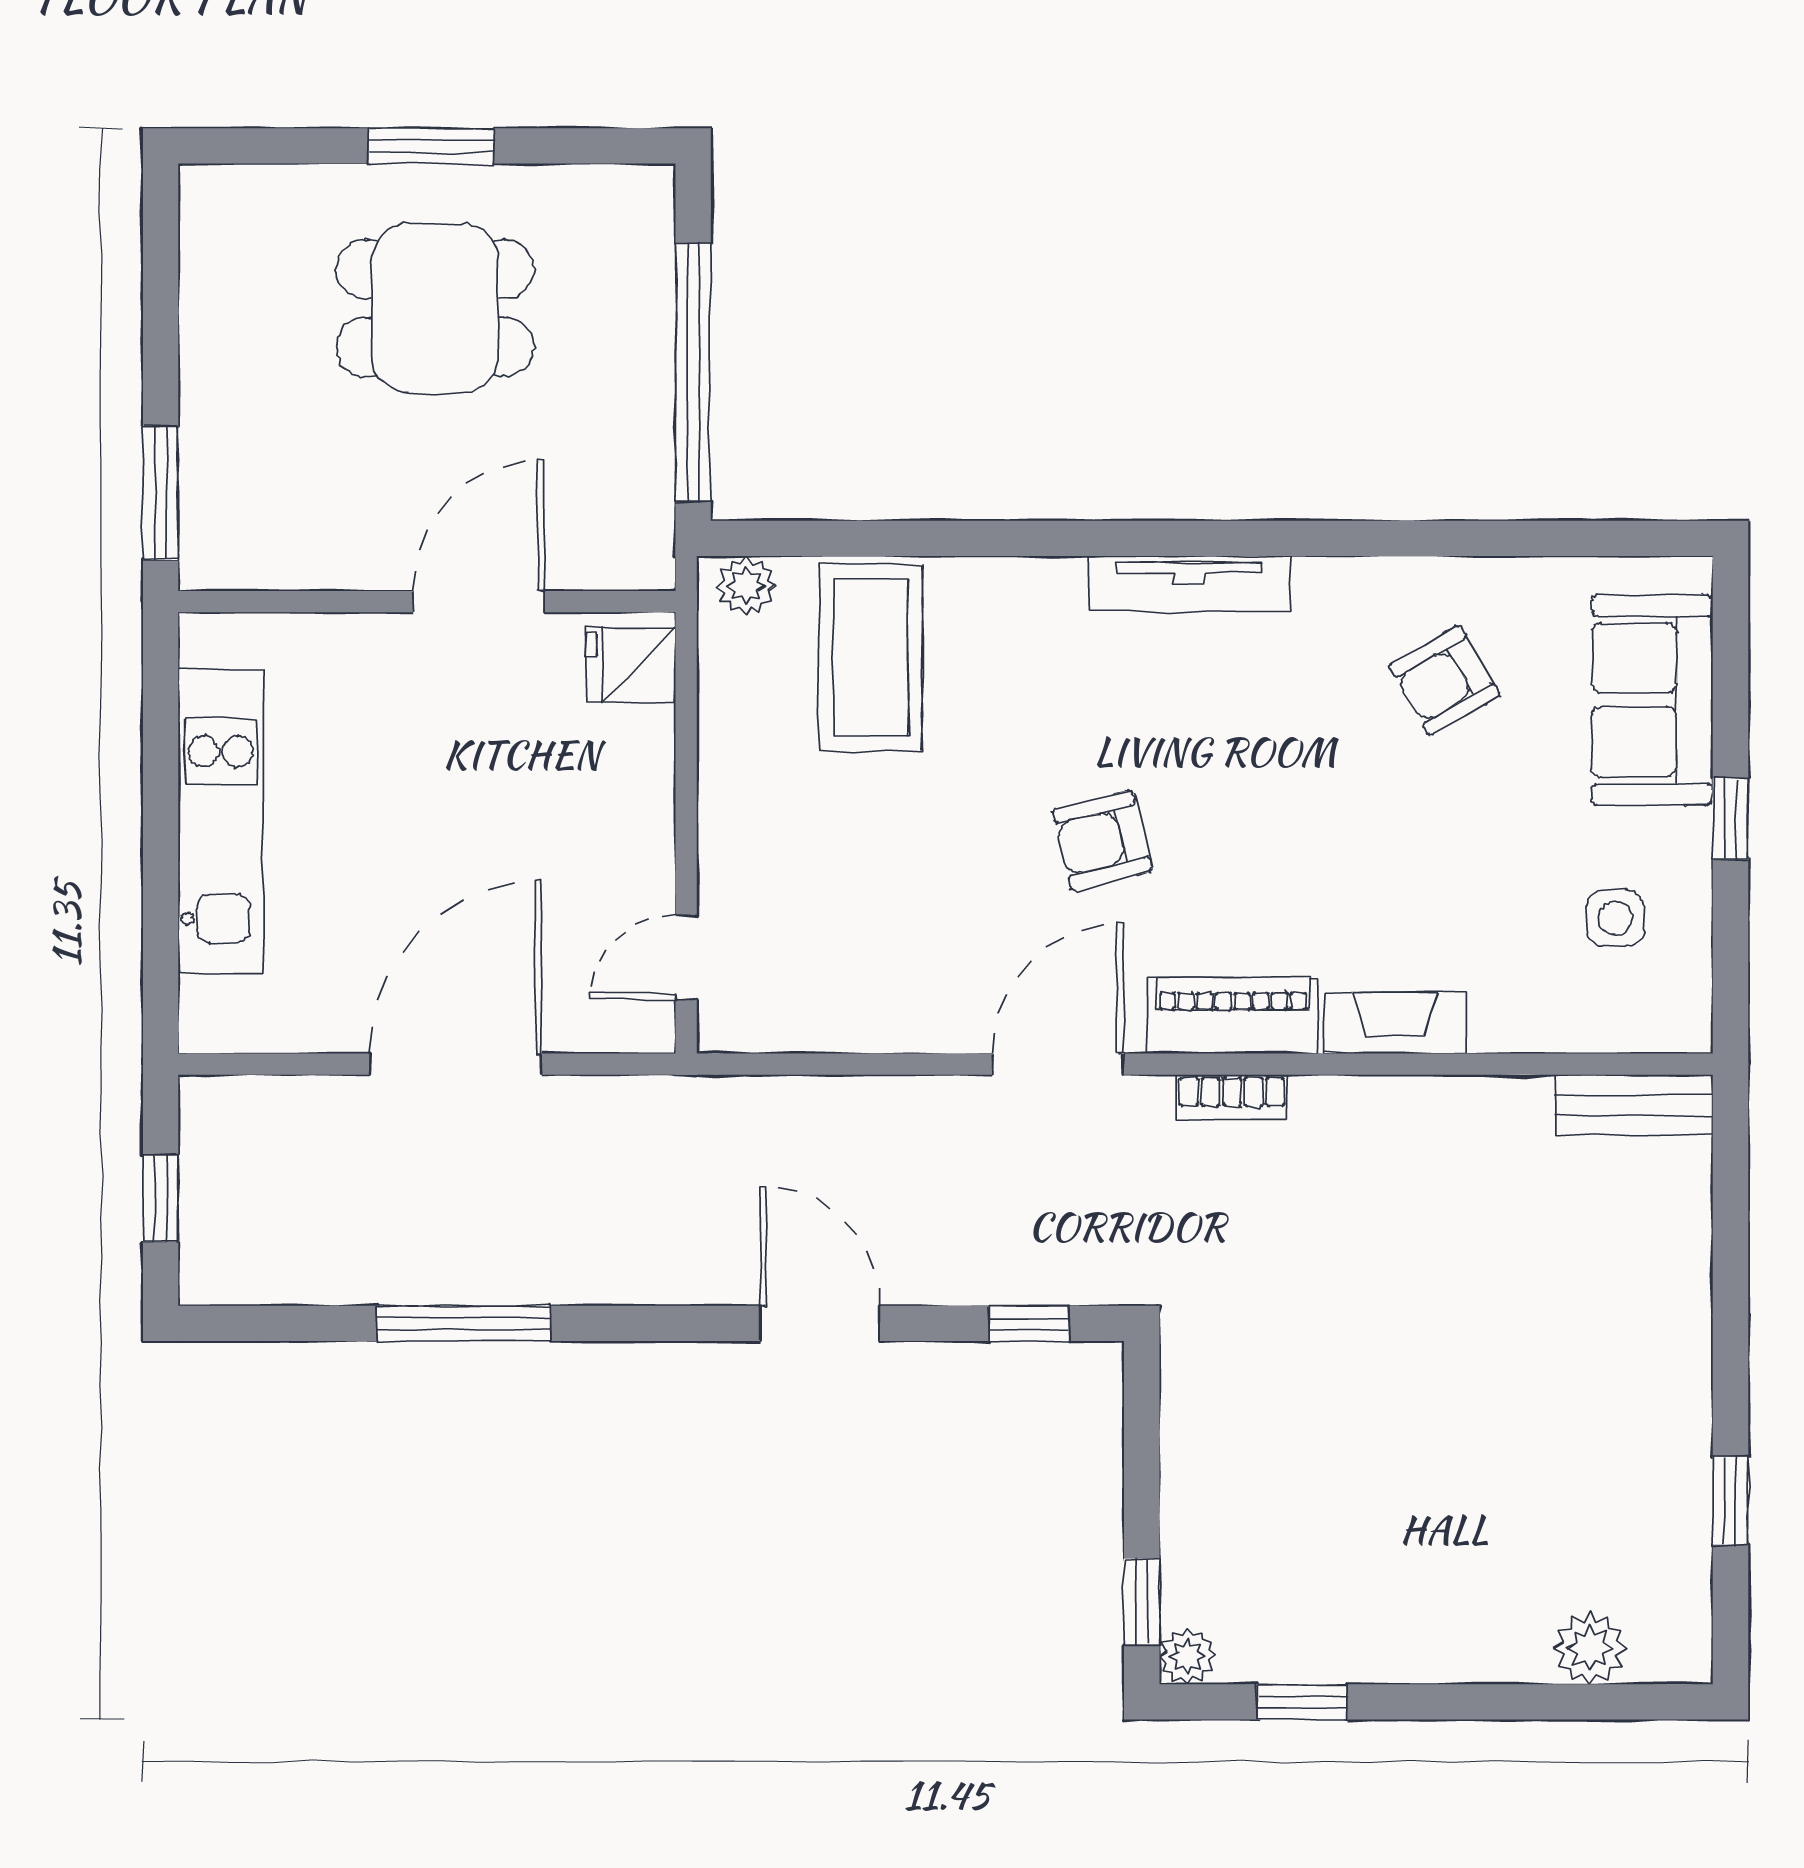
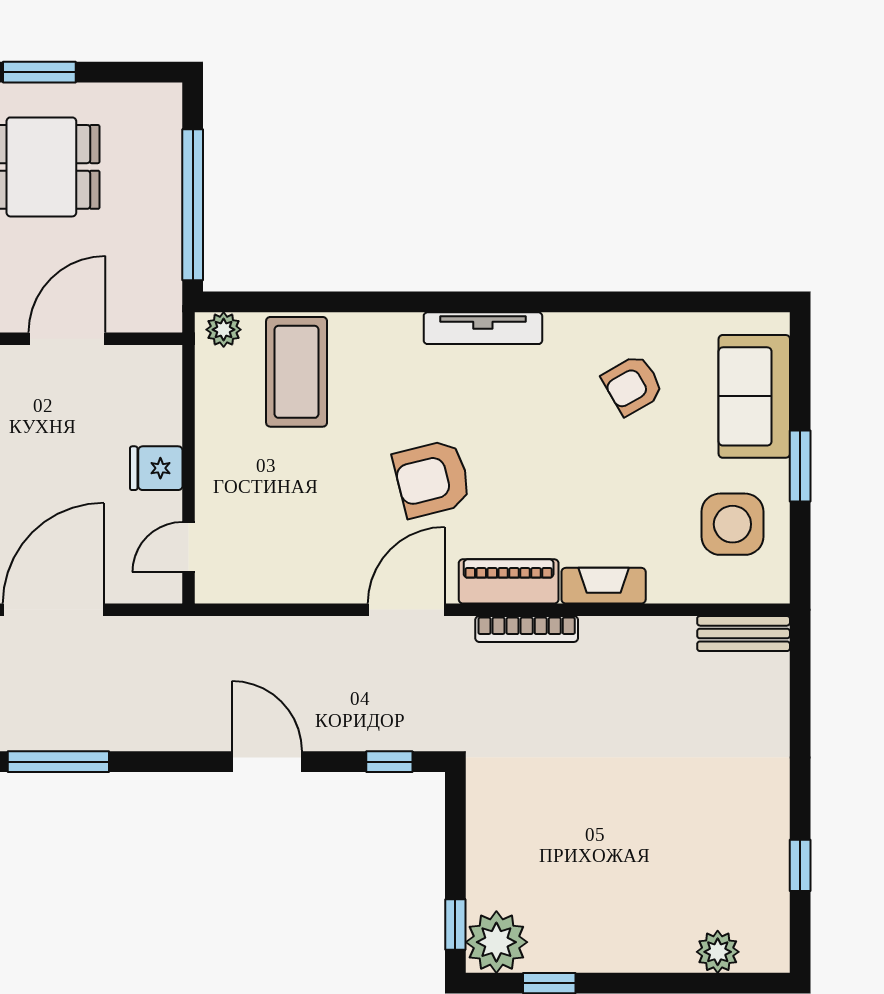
fridge: (631, 665) -> (156, 468), moved
window: (1730, 819) -> (800, 466), width x1.50
armchair: (1102, 840) -> (432, 479), width x1.38, depth x1.38
side table: (1615, 918) -> (732, 524), width x1.87, depth x1.87
bookcase: (1232, 1097) -> (527, 629), width x1.56
plant: (1187, 1656) -> (496, 942), width x1.87, depth x1.87

